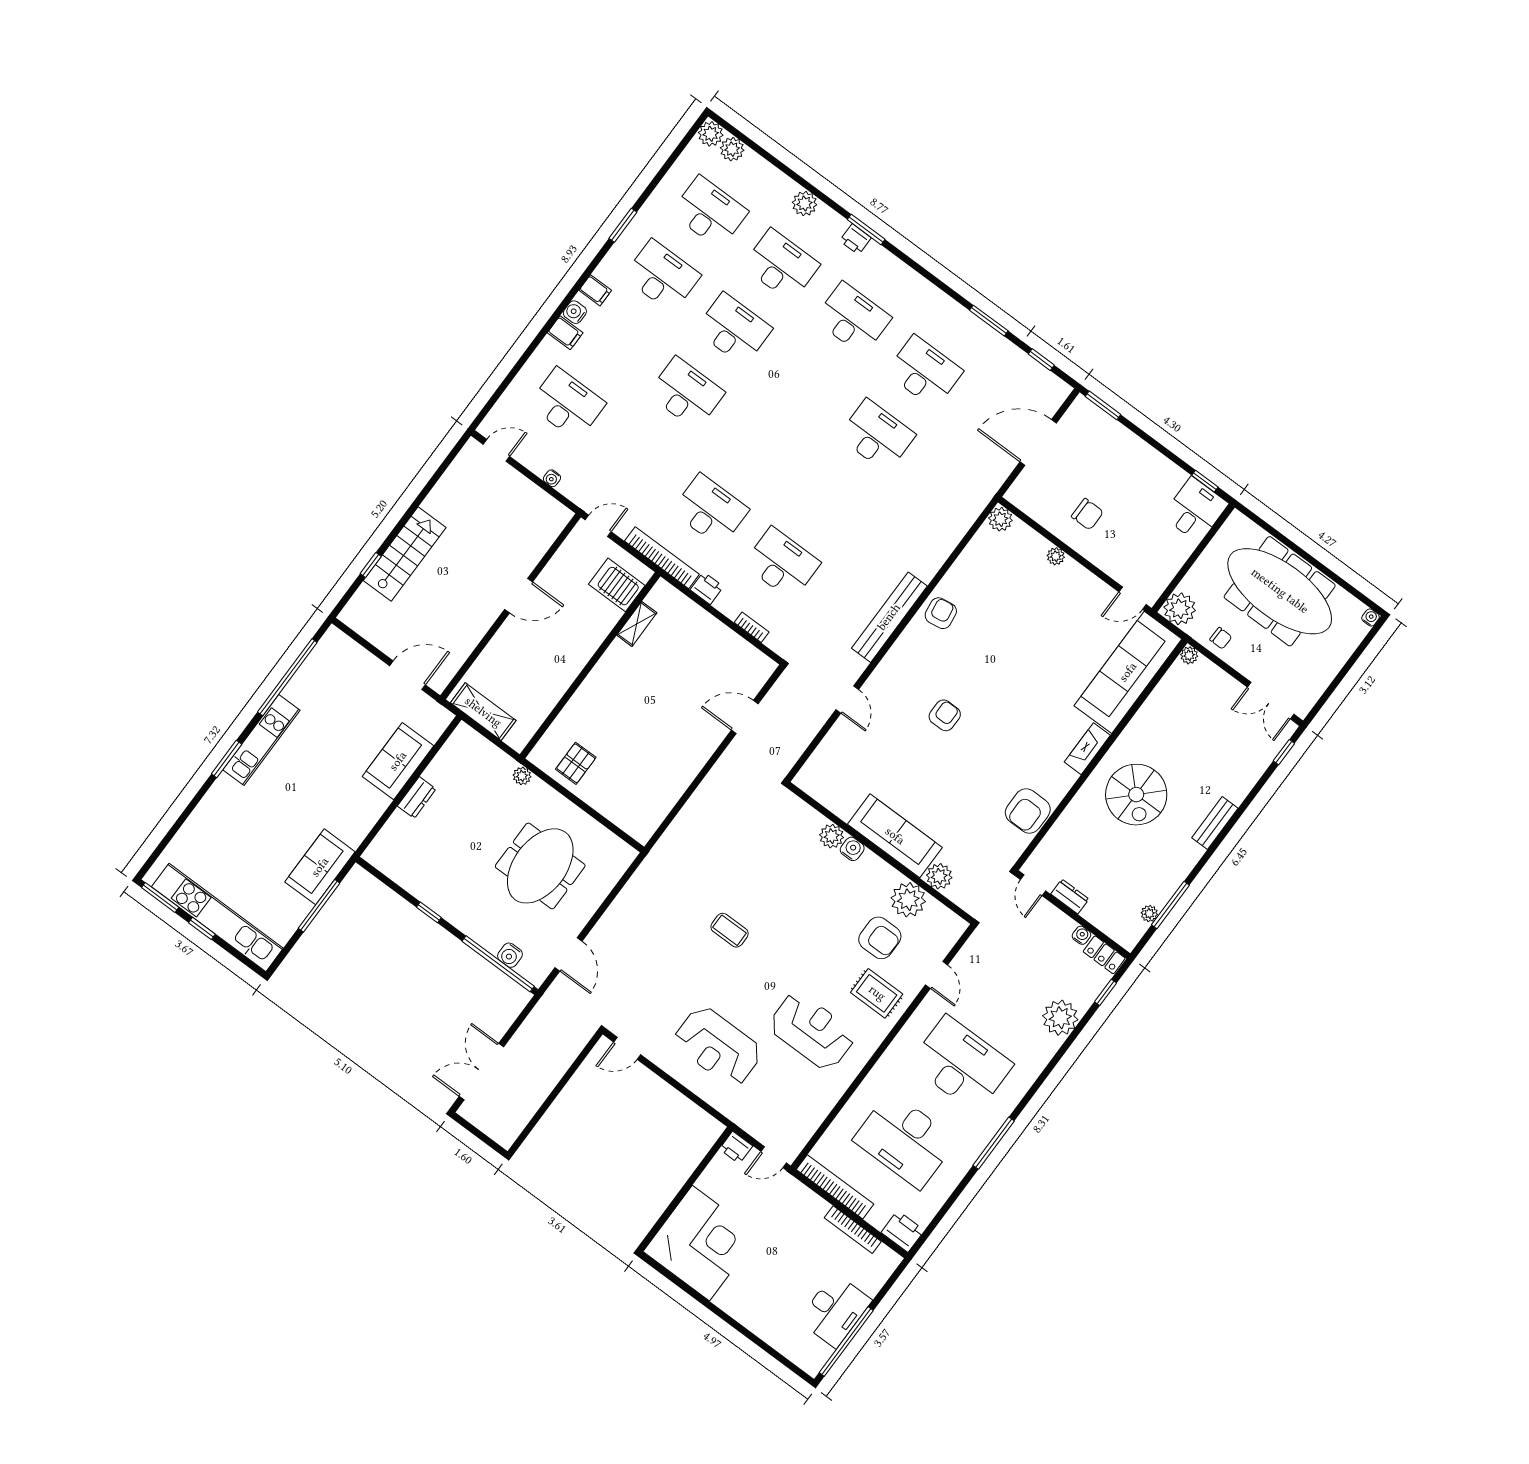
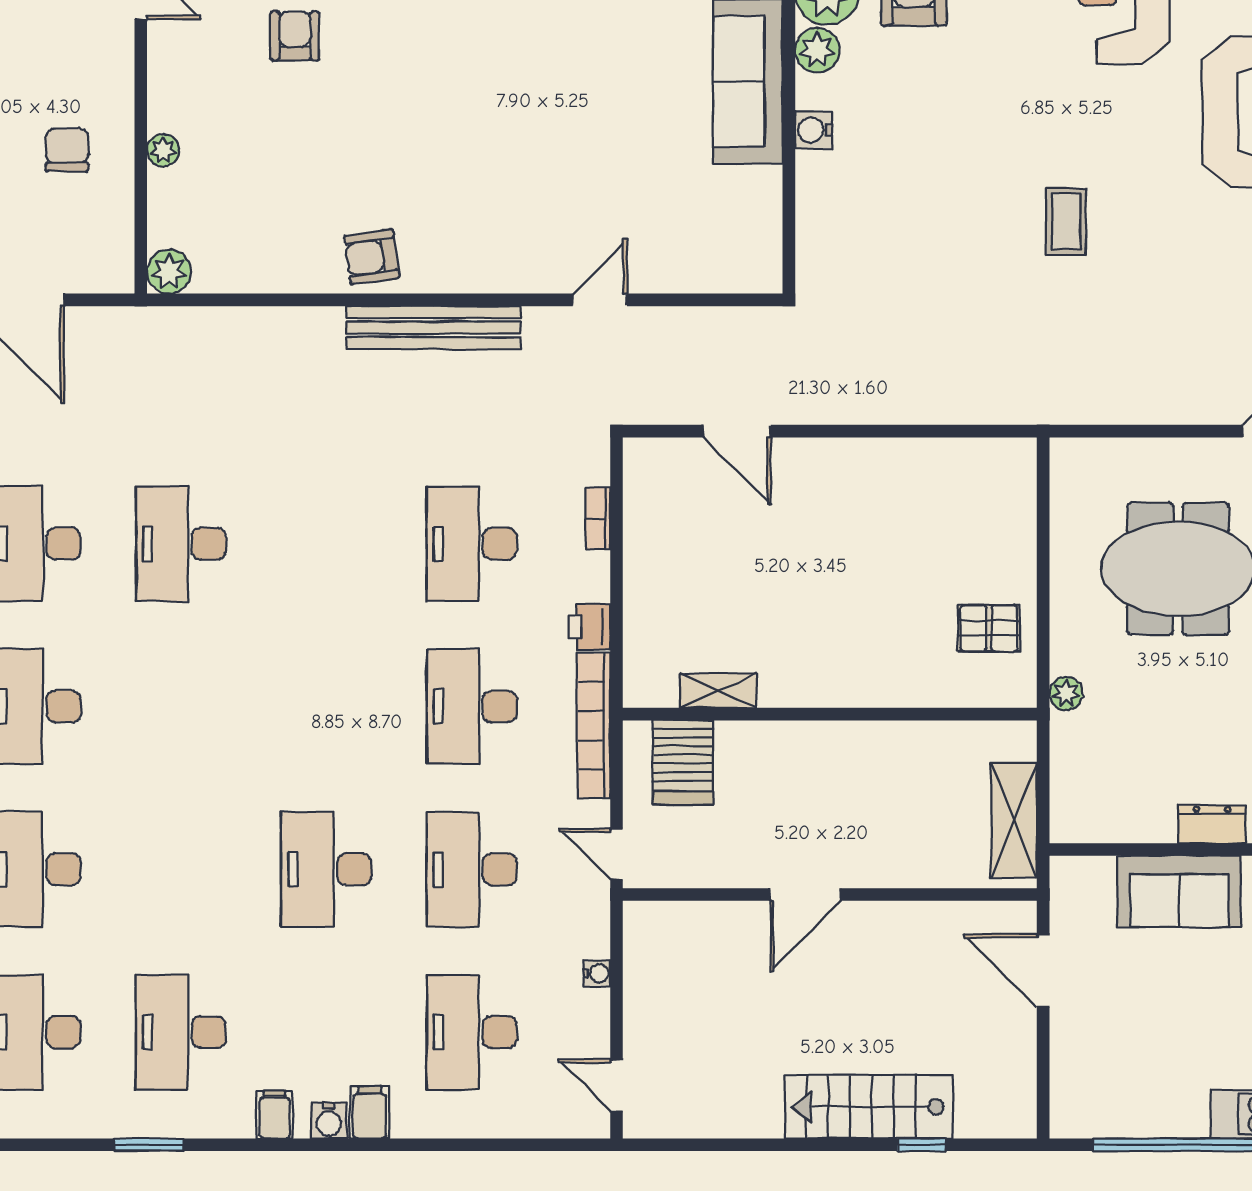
desk: (734, 329) -> (472, 869), moved
door: (519, 596) -> (805, 895), swing flipped
armchair: (945, 715) -> (295, 36), moved, turned 90
plant: (832, 836) -> (817, 50), moved

